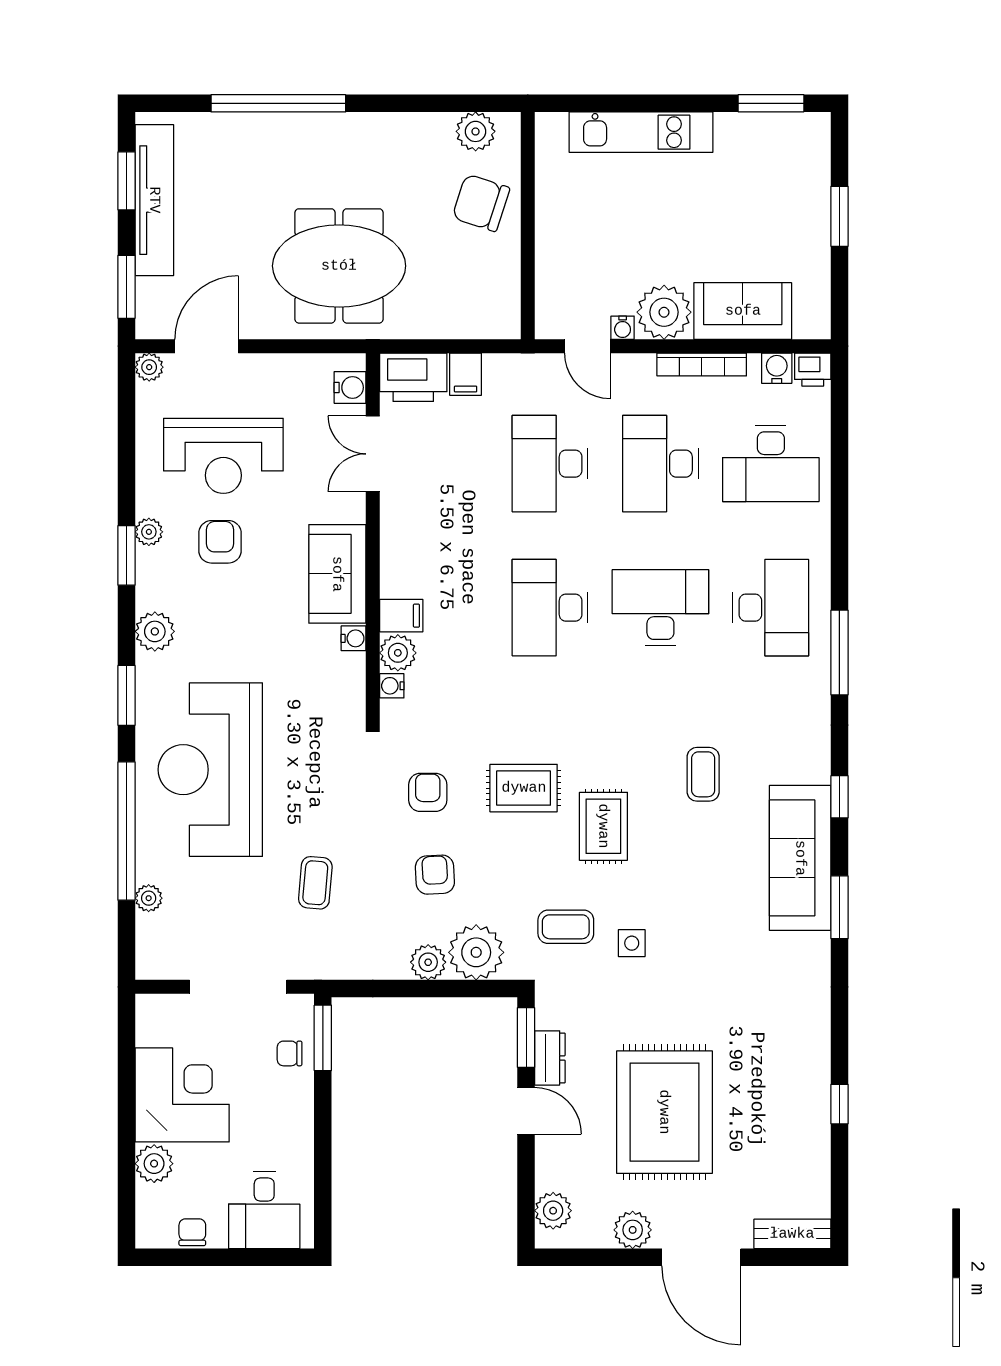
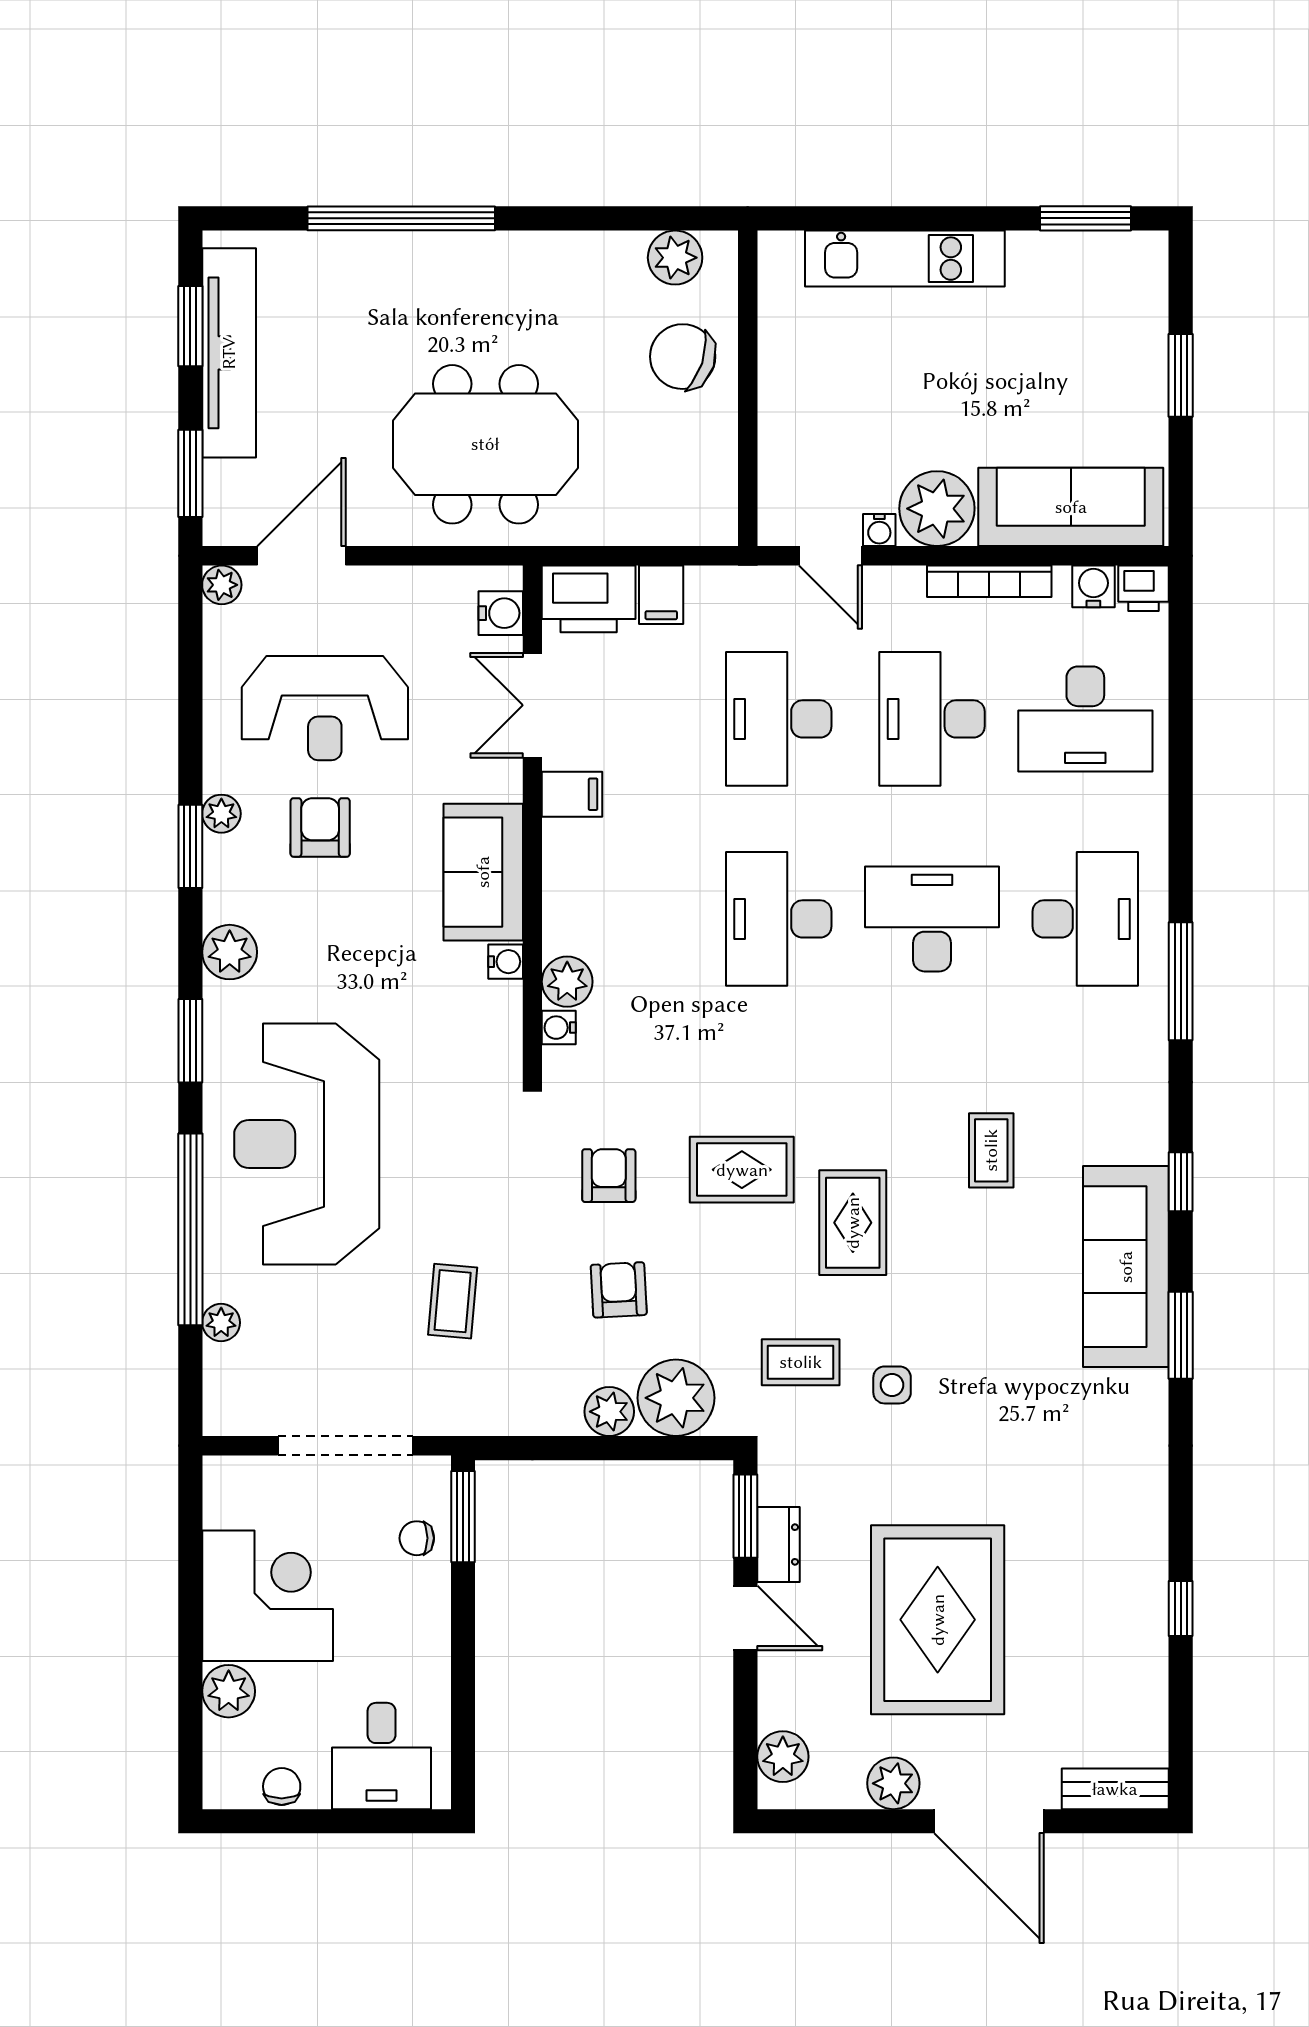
sofa: (743, 311) -> (1071, 507), width x1.36
filing cabinet: (401, 616) -> (572, 794), moved

